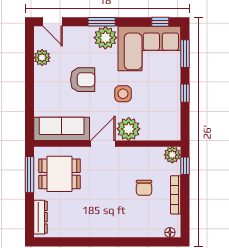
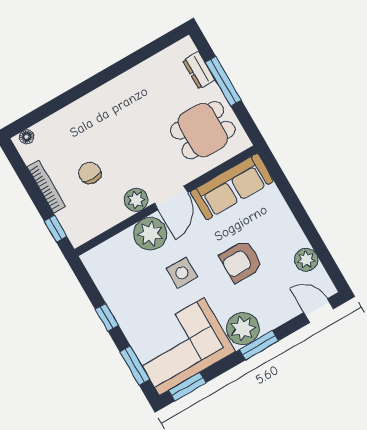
window: (160, 22) -> (187, 387), width x1.50
plant: (172, 155) -> (136, 200), moved
window: (29, 175) -> (223, 81), moved
dresser: (40, 217) -> (199, 70), width x0.70

